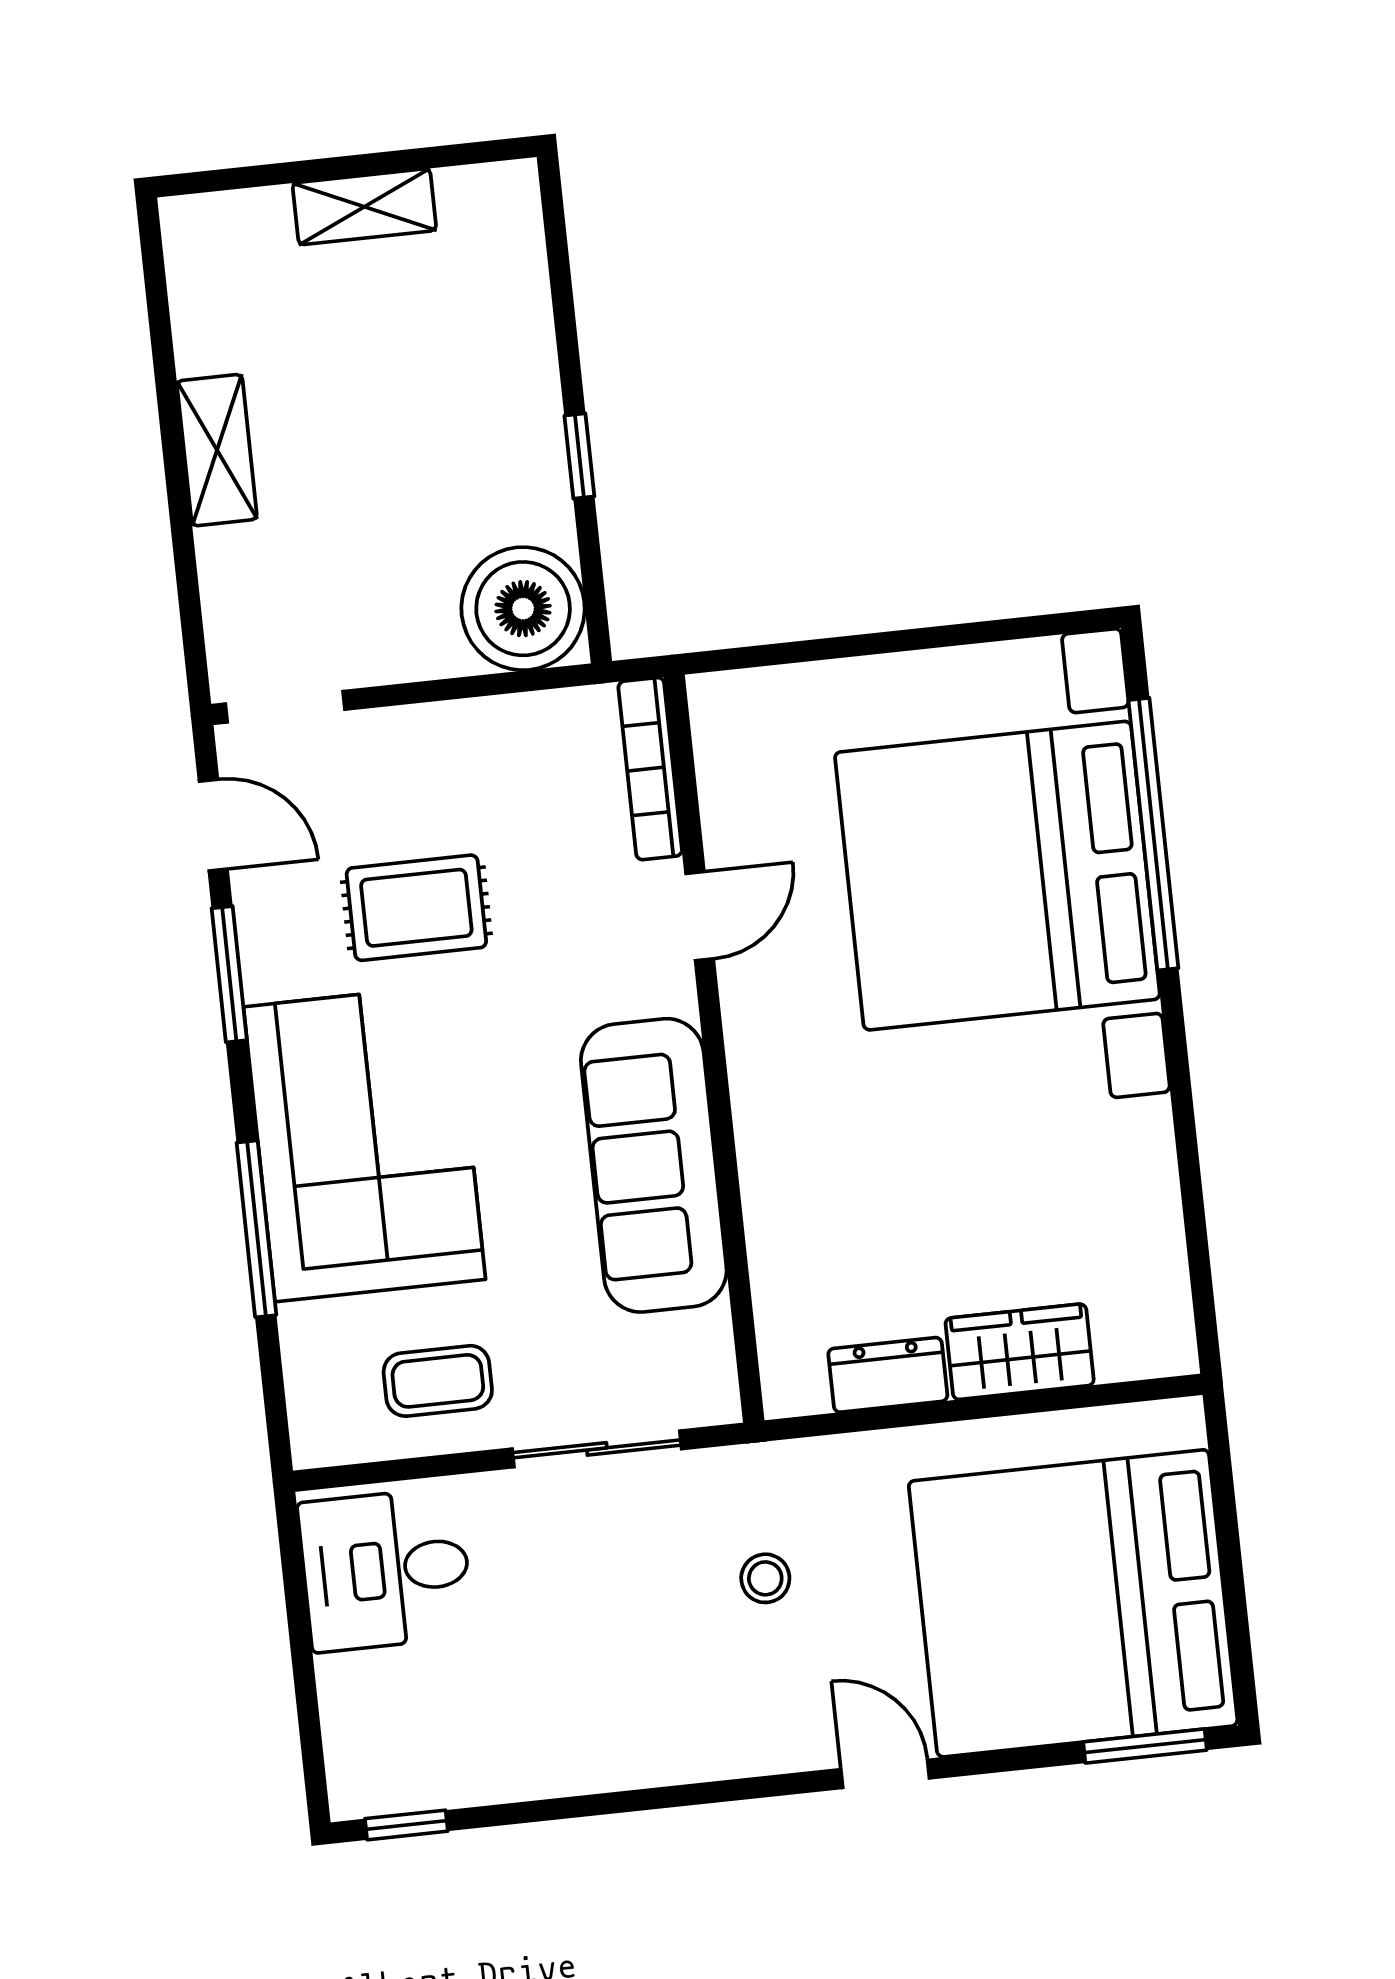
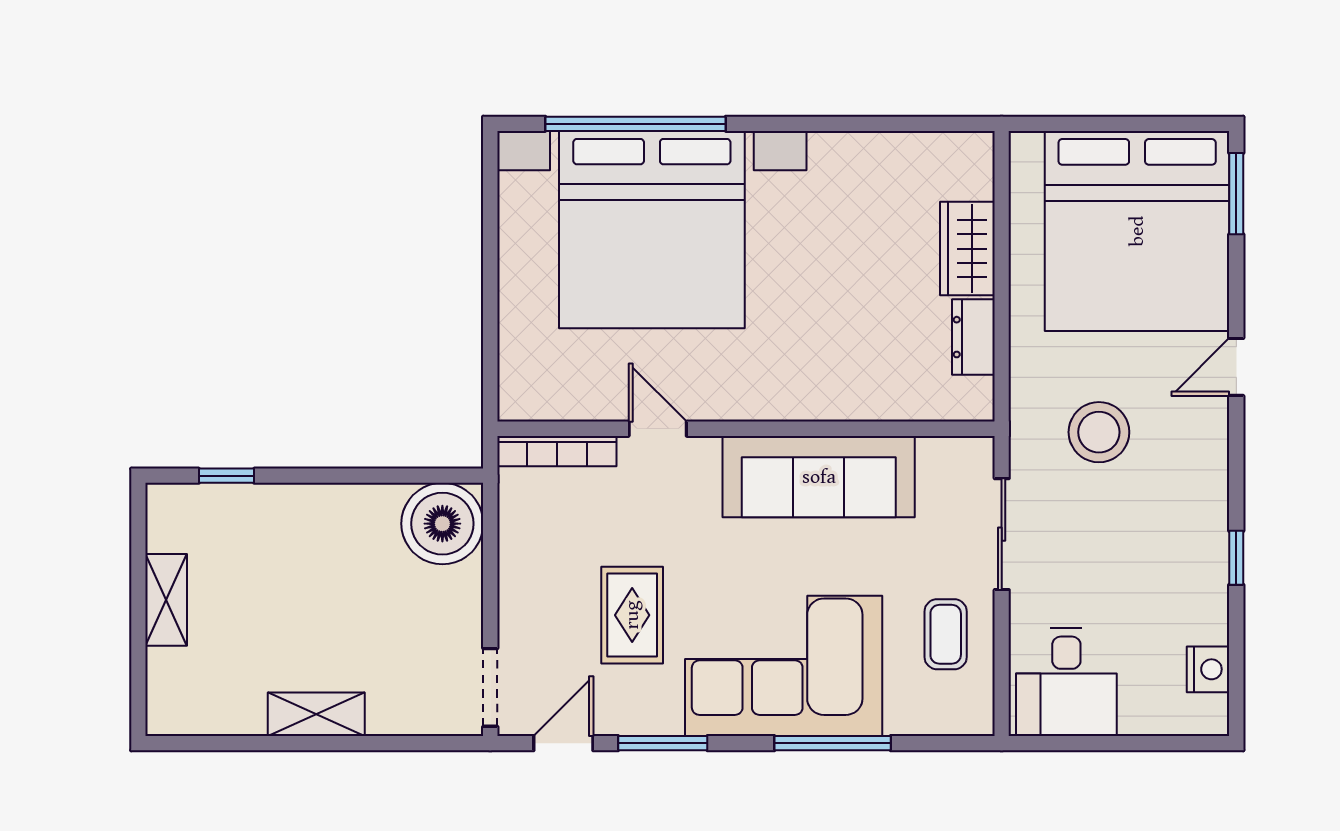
window: (579, 456) -> (226, 476), moved
stool: (765, 1578) -> (1099, 432), width x1.89, depth x1.89
nightstand: (427, 1780) -> (1208, 669), added
window: (406, 1825) -> (1236, 558), moved

